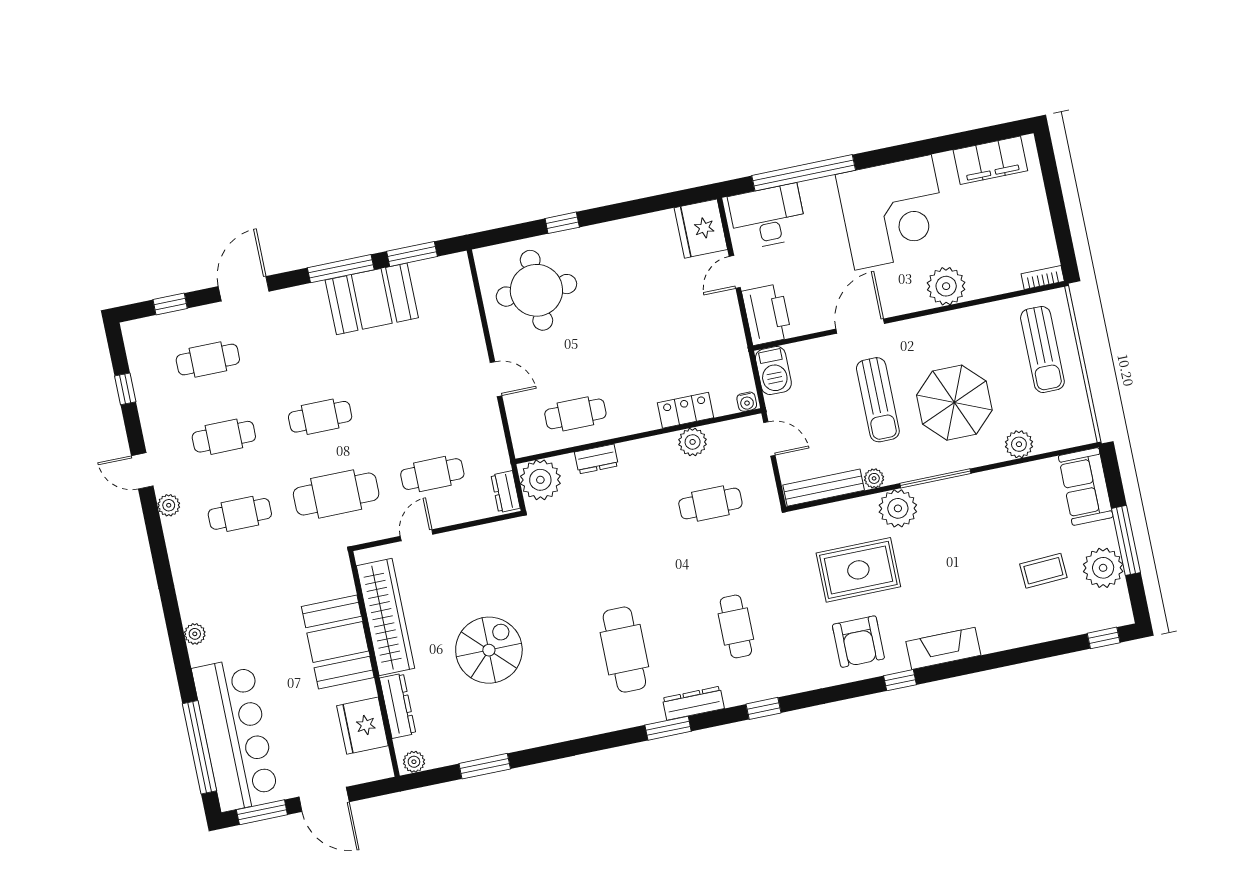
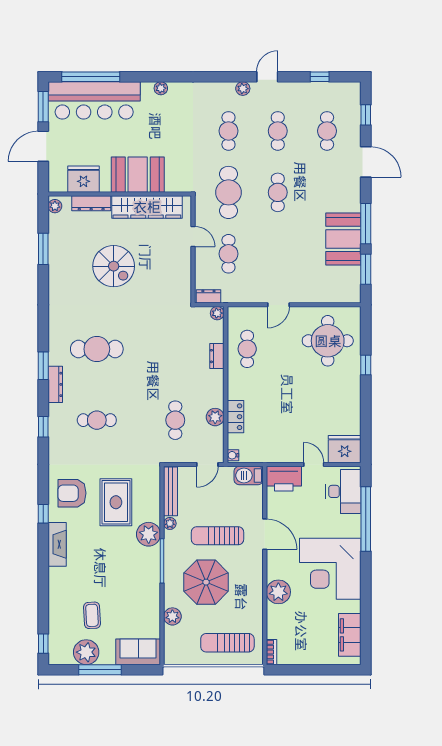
plant: (540, 480) -> (217, 313), width x0.53, depth x0.53

